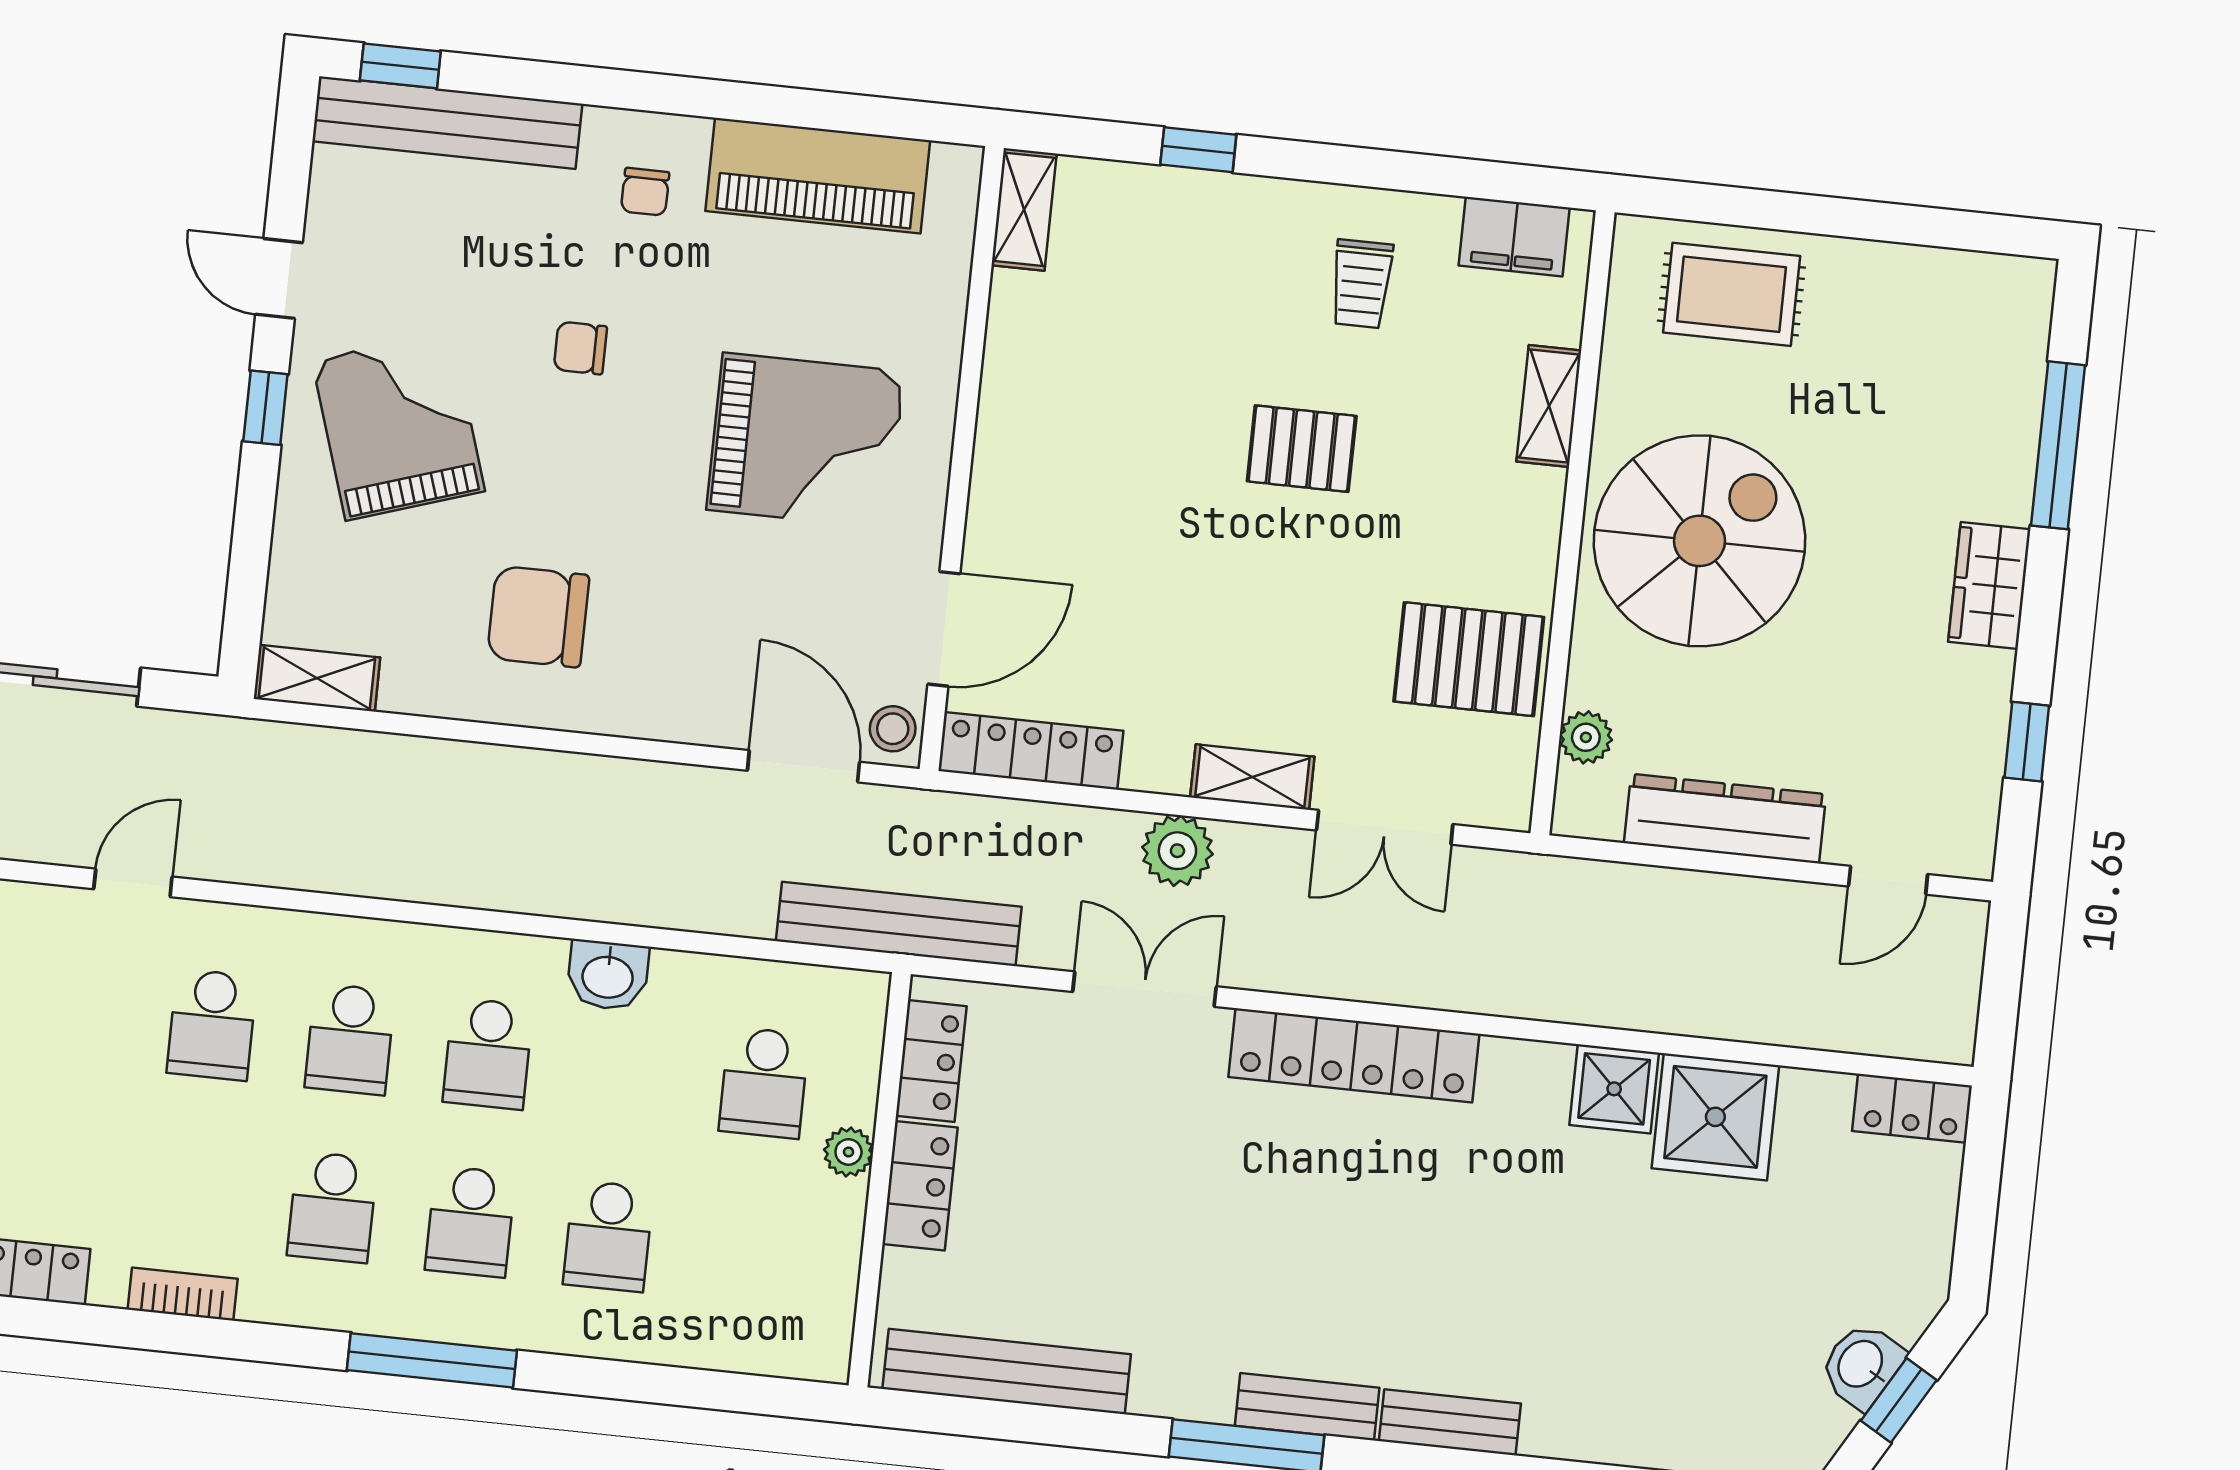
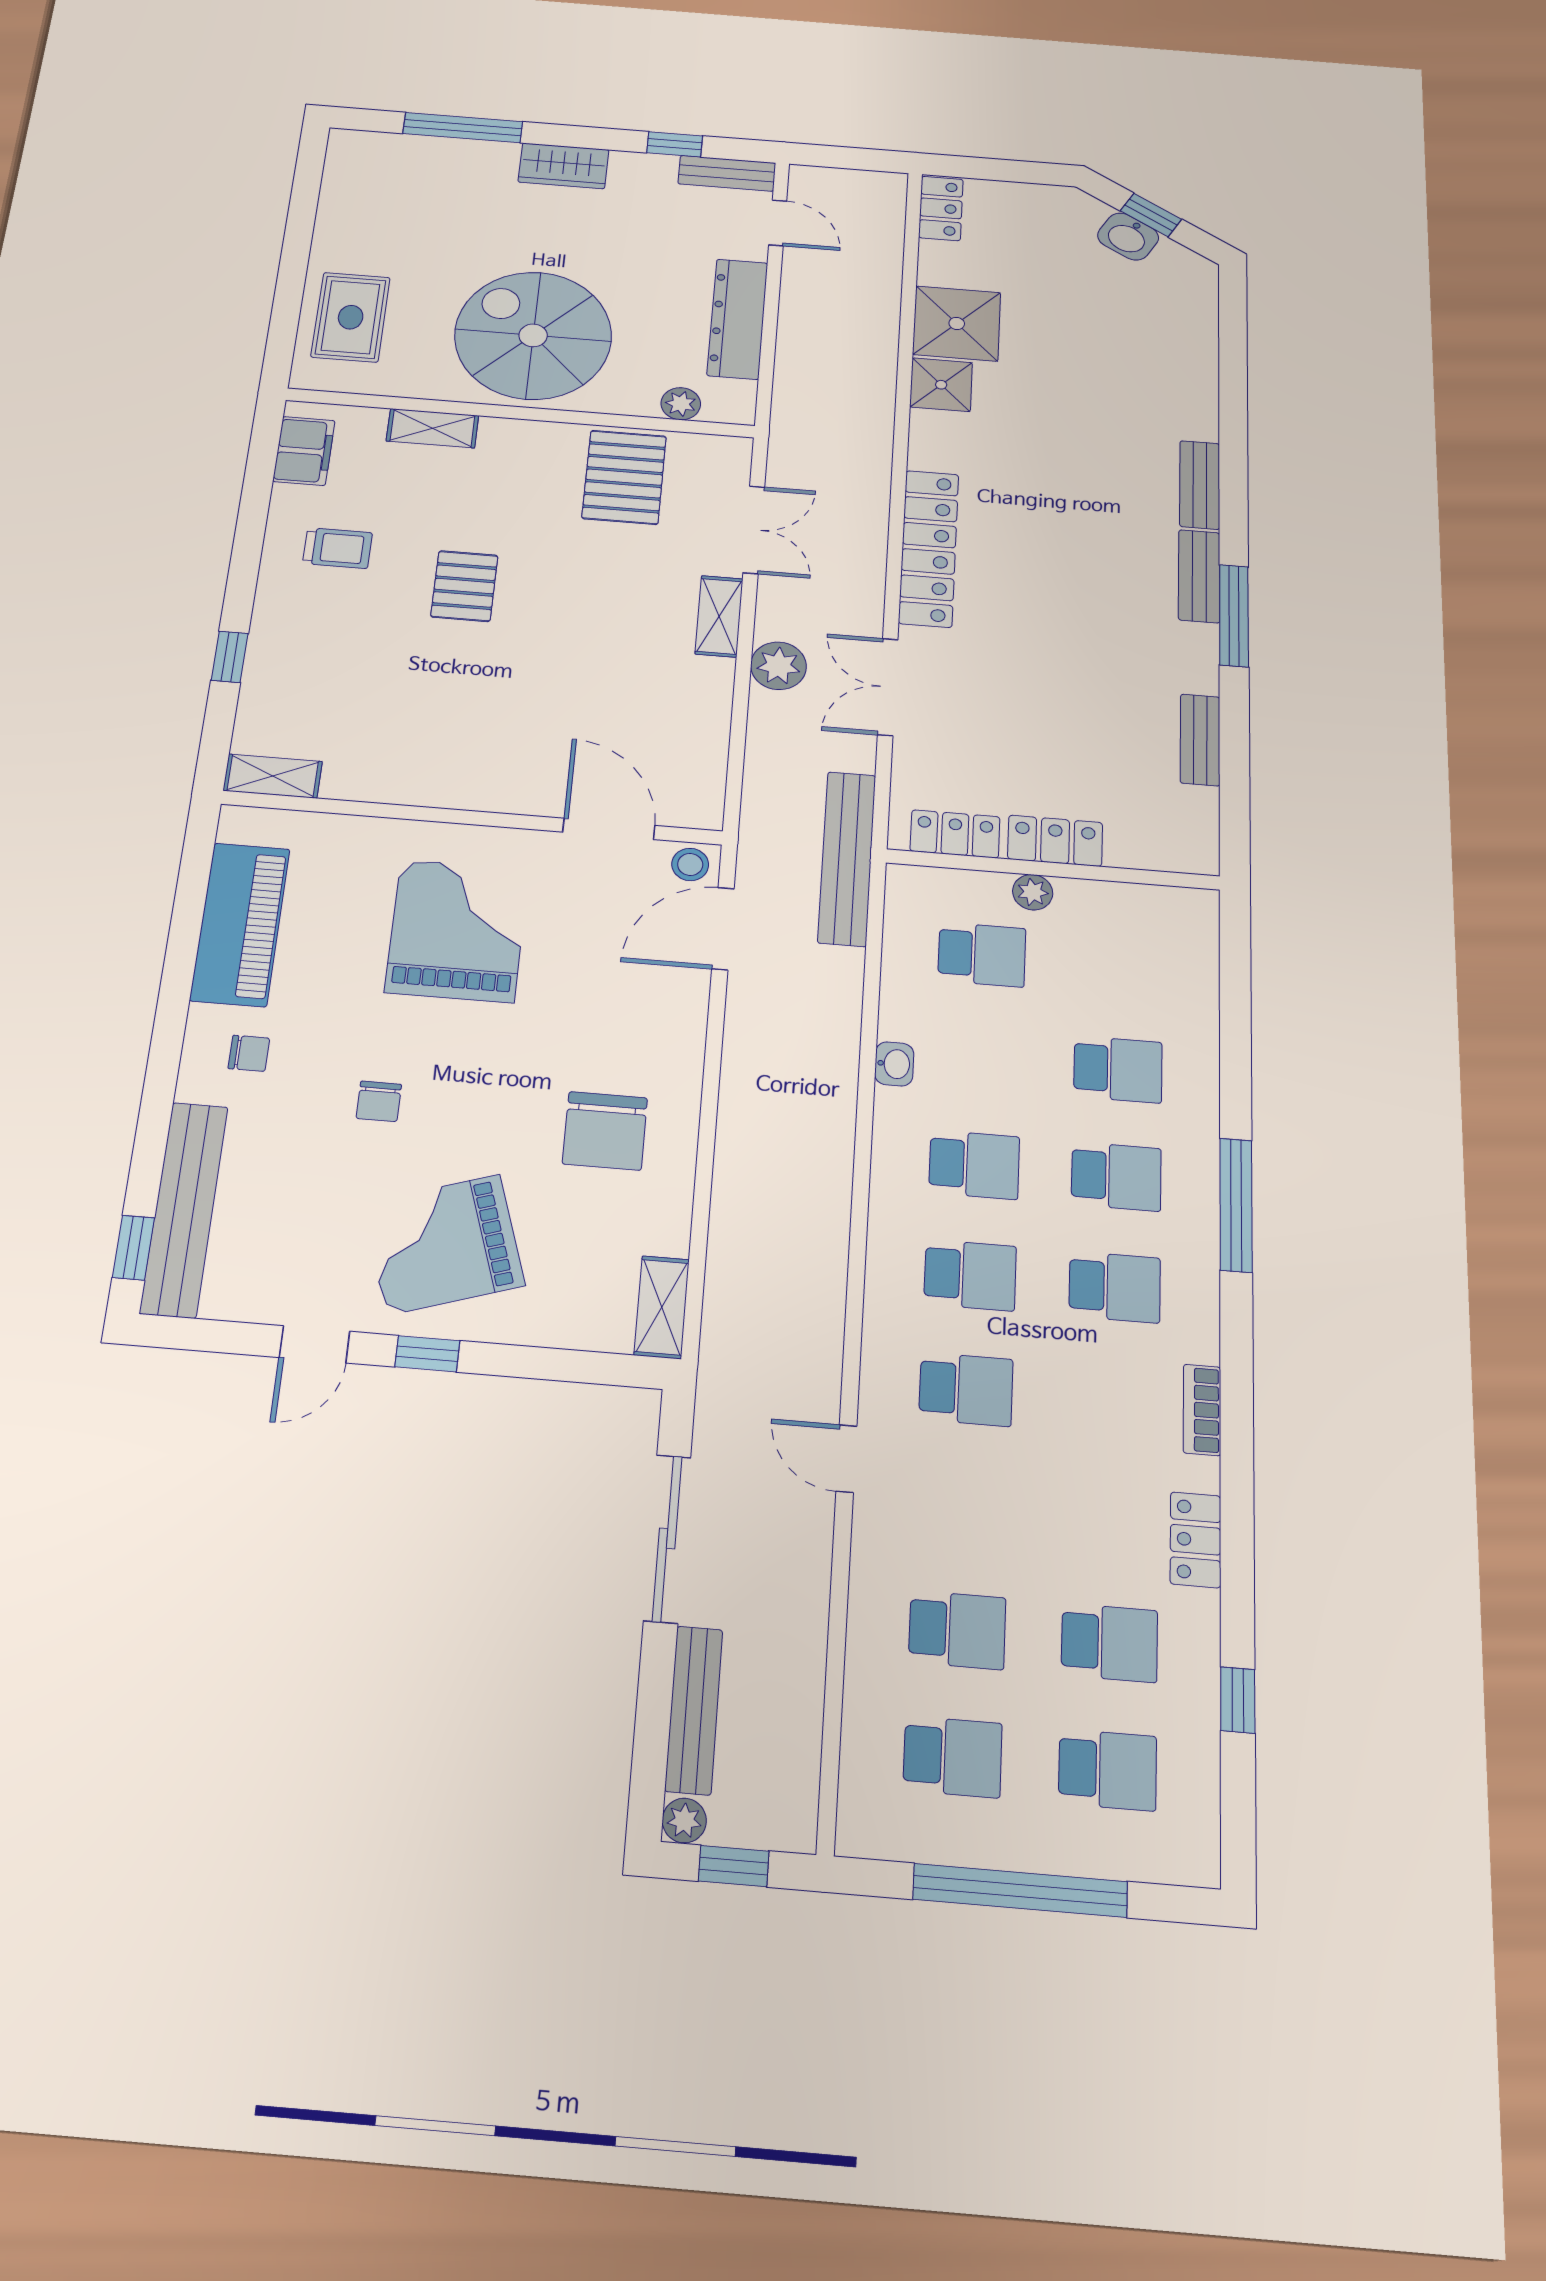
locker: (1031, 751) -> (704, 767), removed
bench: (1975, 813) -> (727, 173), added
washbasin: (608, 975) -> (894, 1064), width x0.72, depth x0.69
bench: (1007, 1372) -> (1200, 740), width x0.54, depth x0.82

